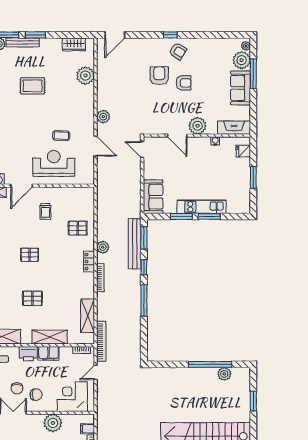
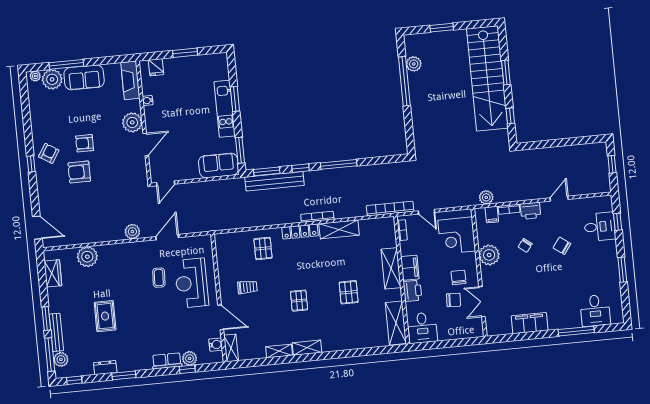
armchair: (184, 83) -> (85, 143), turned -90
window: (181, 217) -> (240, 150), moved
plant: (103, 247) -> (486, 197), moved
locker: (89, 262) -> (300, 232), width x1.53
shelving: (88, 316) -> (339, 229), moved

